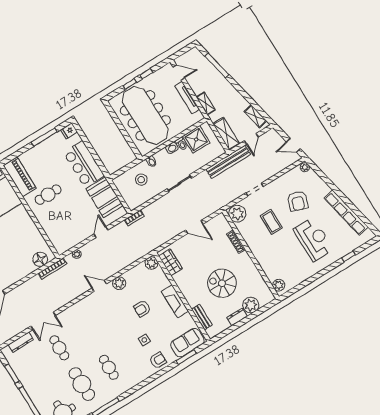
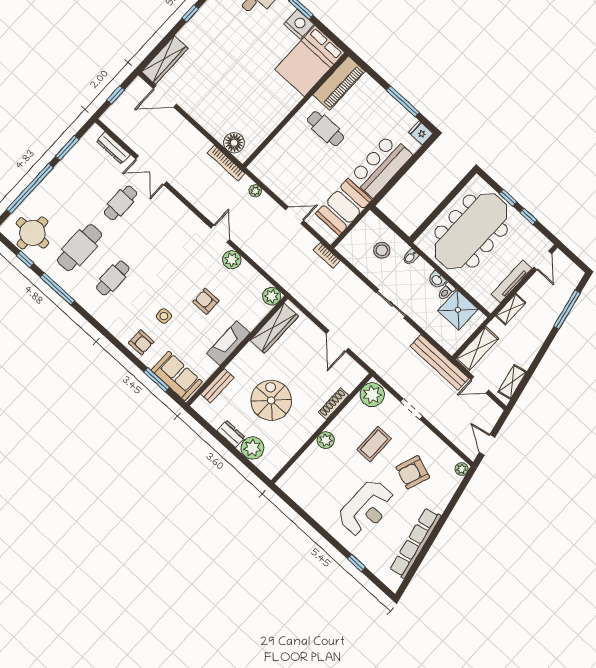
wardrobe: (170, 262) -> (274, 328), width x1.50
plant: (279, 285) -> (326, 440), moved

